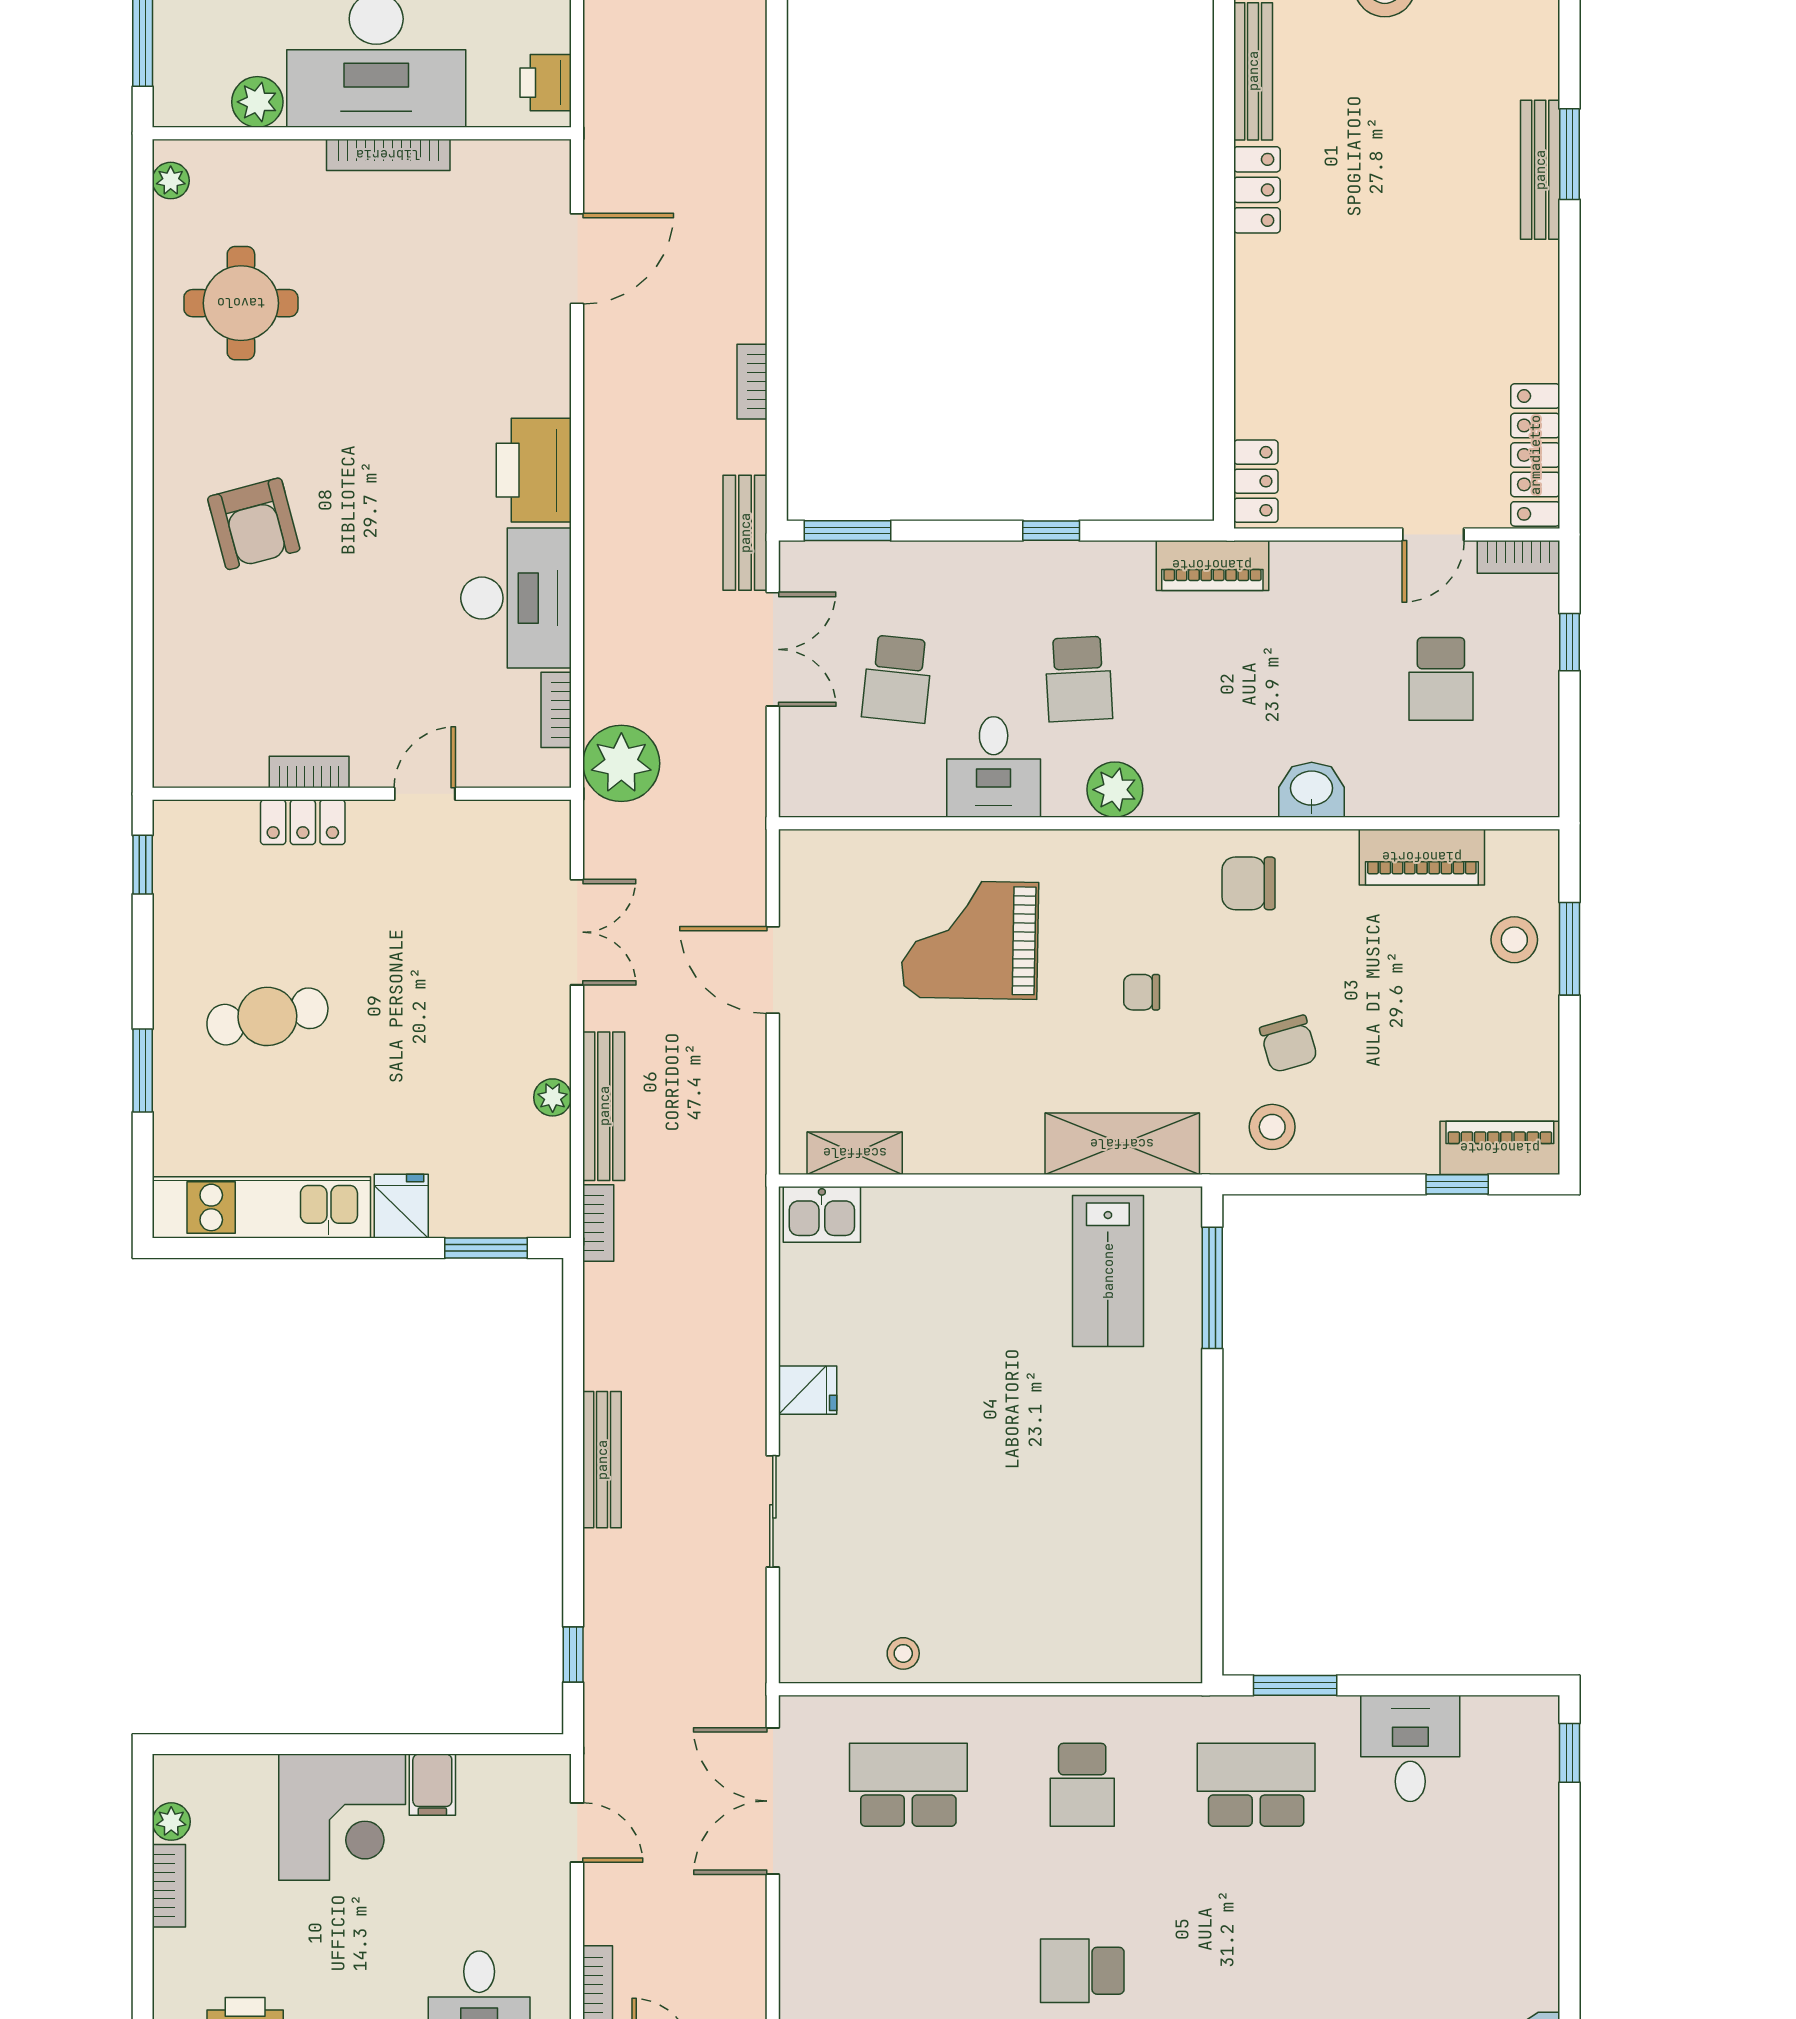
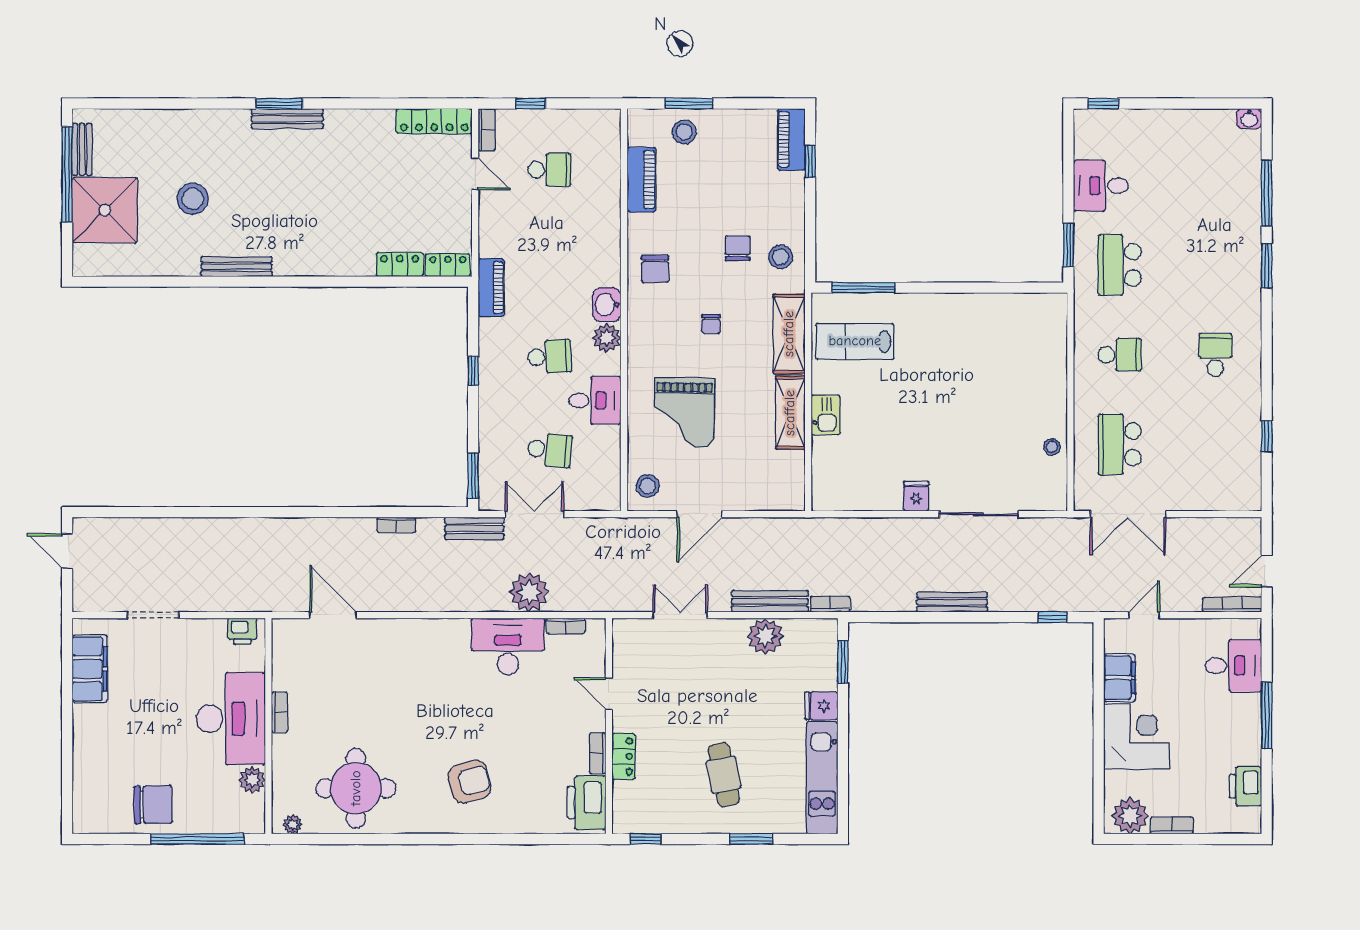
bookcase: (388, 155) -> (280, 712), width x0.64
locker: (1257, 190) -> (400, 265), moved
round table: (241, 303) -> (356, 788), width x1.36, depth x1.36
printer: (534, 470) -> (587, 803), moved, turned 90
plant: (621, 763) -> (529, 592), moved
washbasin: (1312, 790) -> (607, 305), moved
stool: (828, 869) -> (648, 486), added
chair: (1289, 1044) -> (738, 248), turned -74
plant: (553, 1097) -> (765, 636), width x1.87, depth x1.87
shelving: (855, 1153) -> (790, 413), moved, width x1.50, depth x1.33
kitchen sink: (822, 1214) -> (826, 415), moved
lab bench: (1108, 1271) -> (855, 341), turned 180
sliding door: (773, 1511) -> (979, 514), width x1.37
filing cabinet: (432, 1785) -> (1120, 678), width x2.00
plant: (171, 1822) -> (1130, 816), width x1.87, depth x1.87
school desk: (1082, 1971) -> (1215, 355), turned 180

